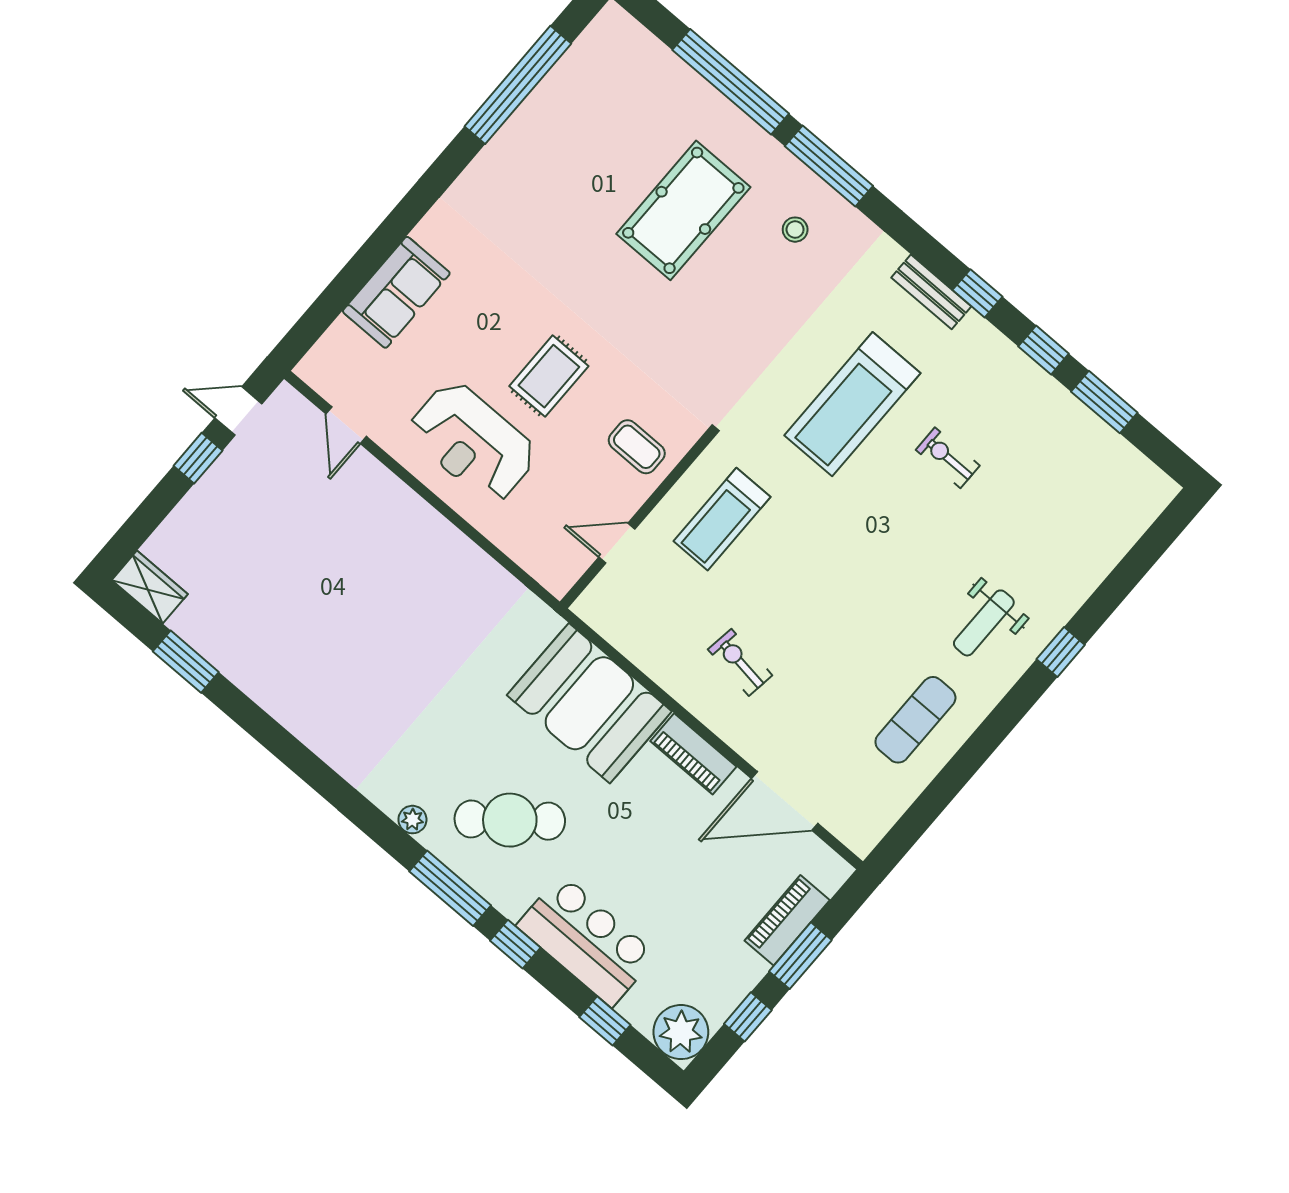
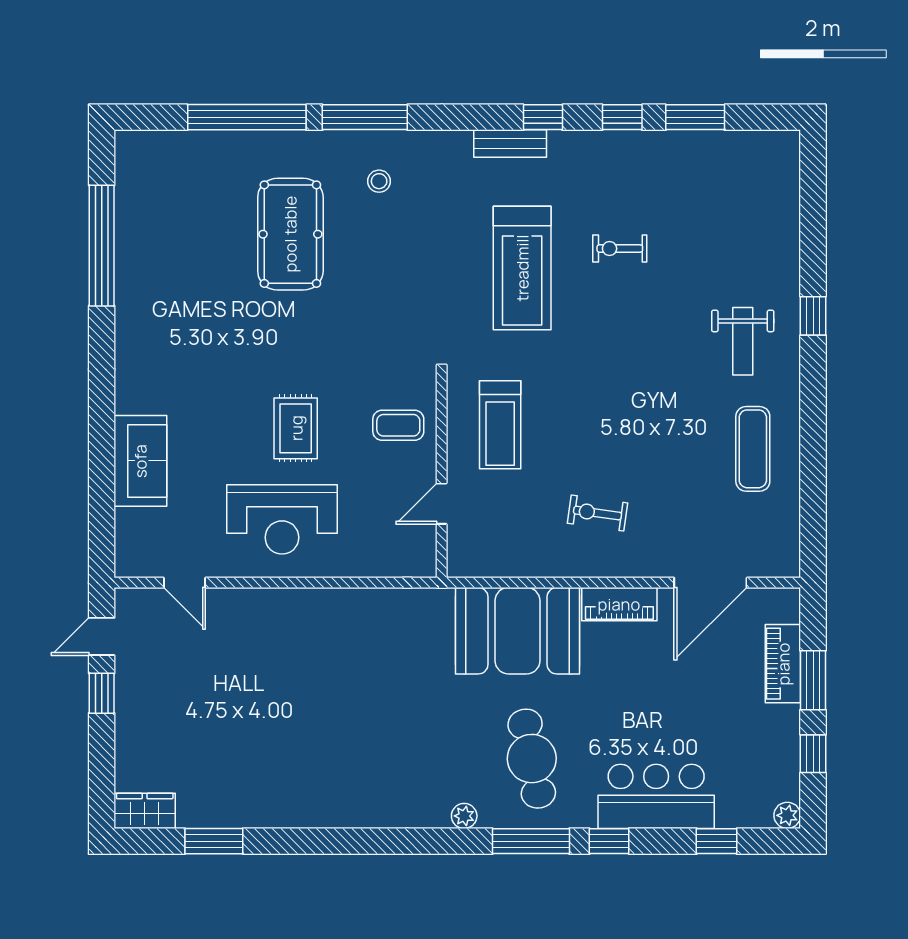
cafe table: (510, 820) -> (532, 759), turned -62
plant: (681, 1032) -> (787, 815), width x0.53, depth x0.53

